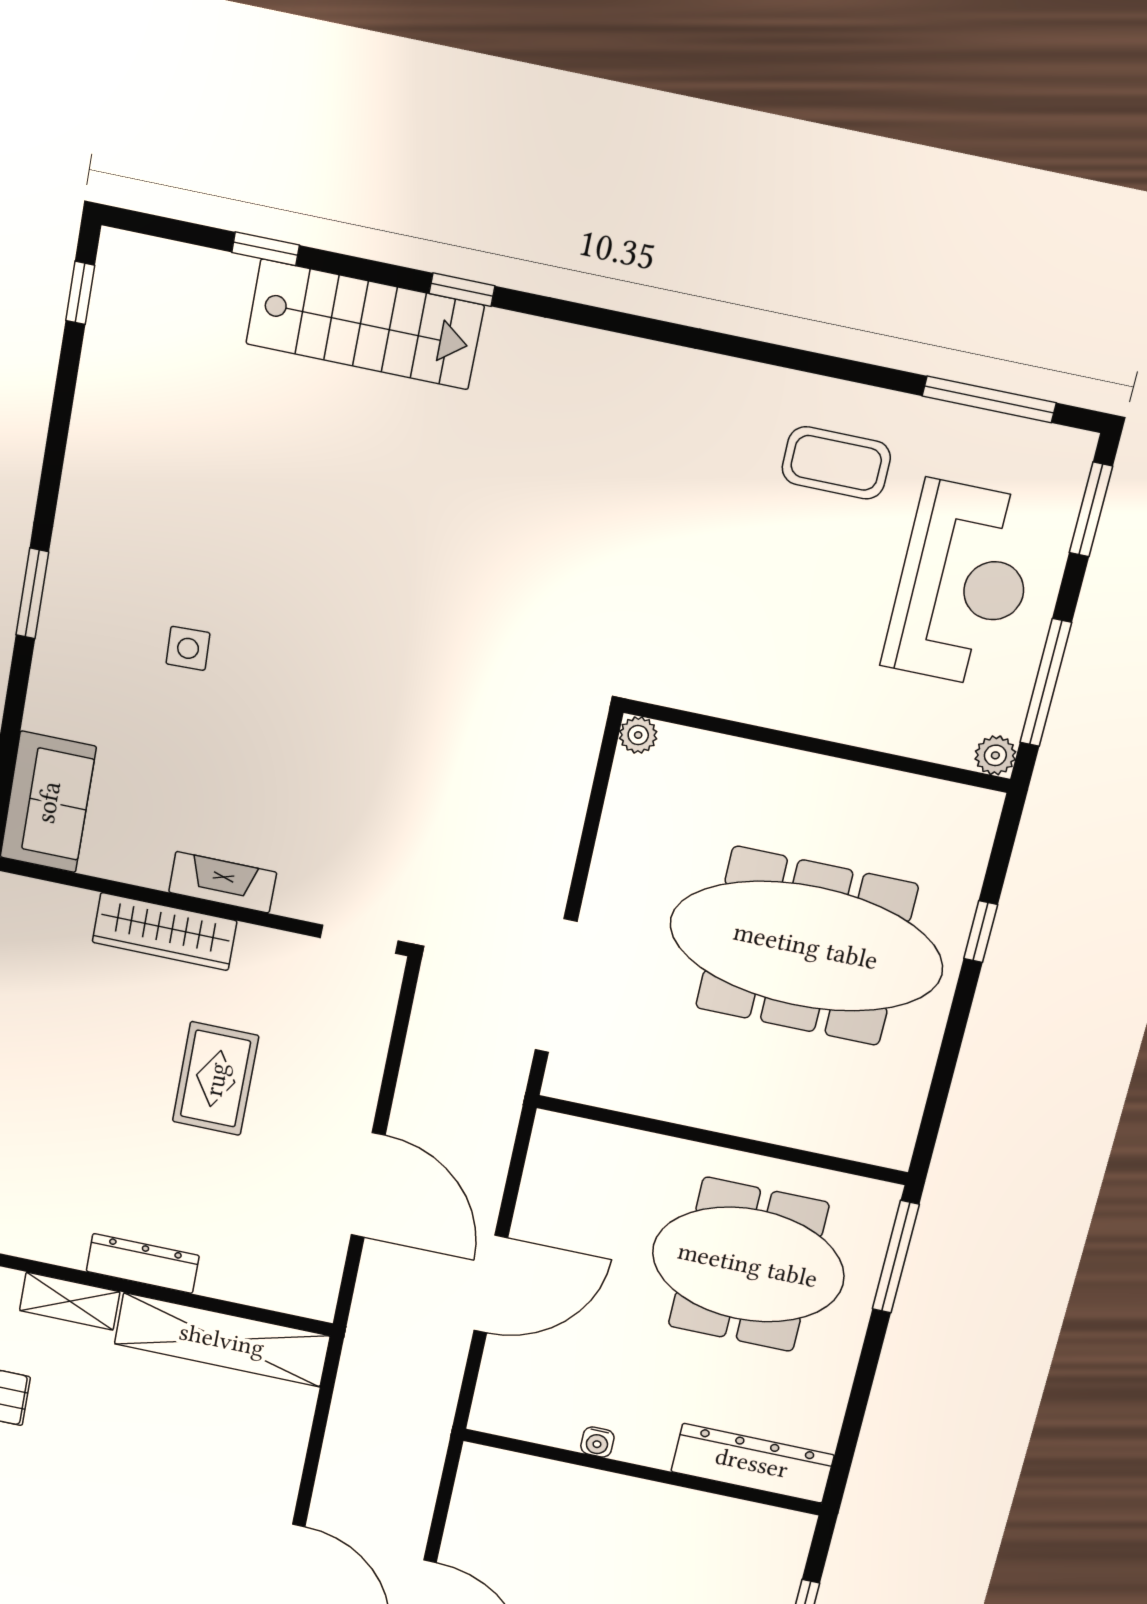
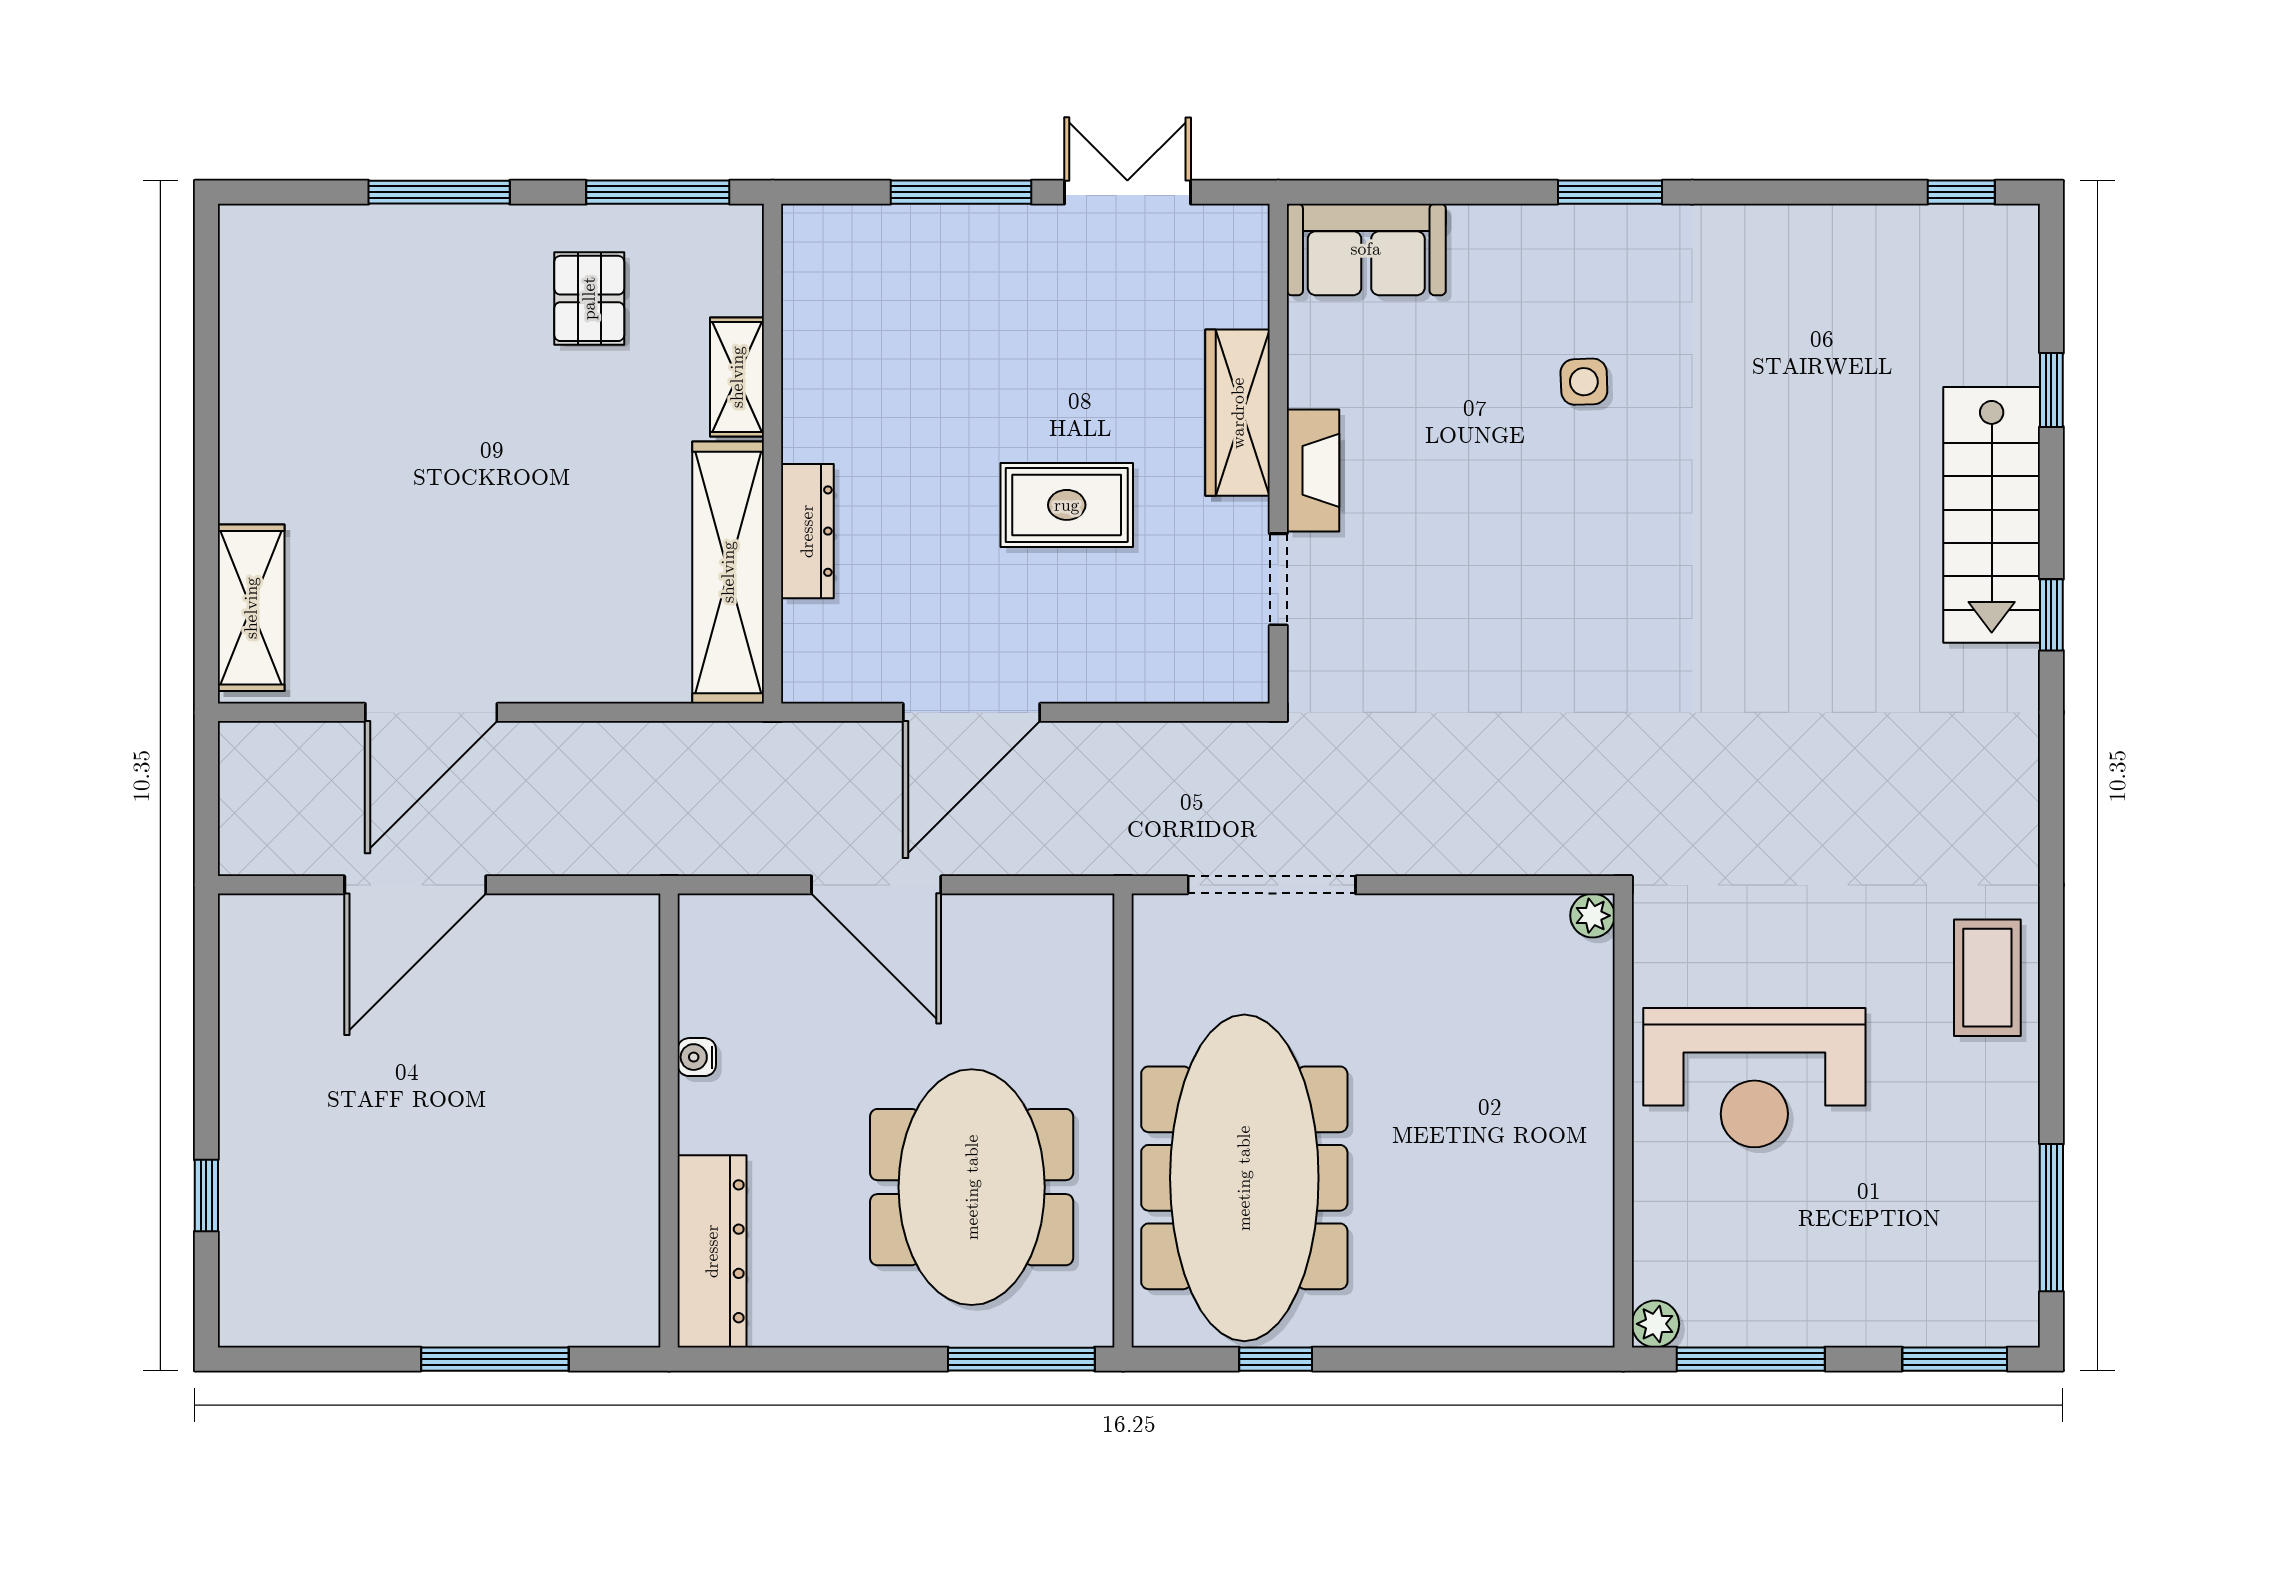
coffee table: (836, 463) -> (1987, 978), moved
reception desk: (962, 584) -> (1754, 1078), moved
window: (981, 932) -> (1276, 1359), moved
doorway: (359, 939) -> (1278, 579), moved
meeting table: (806, 946) -> (1244, 1178), moved
dresser: (143, 1263) -> (807, 531), moved

